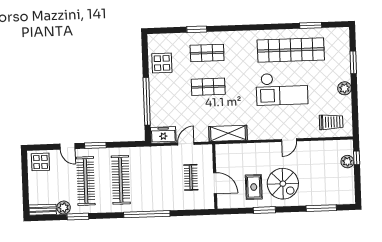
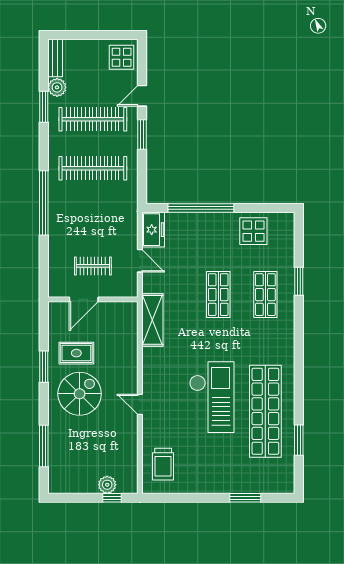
plant: (345, 88) -> (209, 484), removed
checkout: (282, 89) -> (212, 397), turned 180
spiral stairs: (283, 184) -> (80, 394), turned 180

